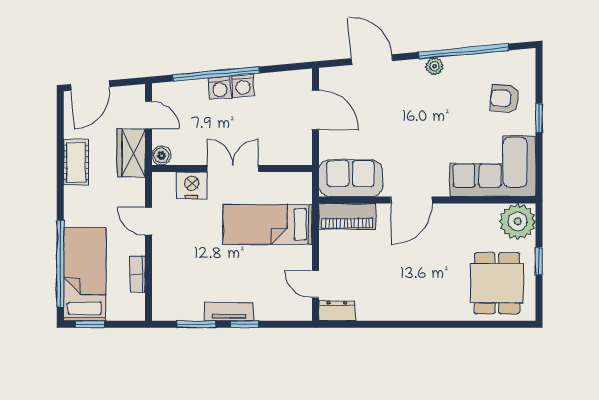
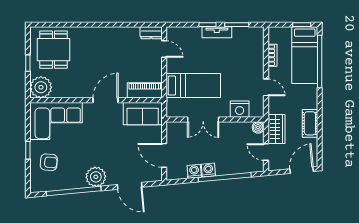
plant: (434, 66) -> (96, 177), width x1.88, depth x1.88
washing machine: (220, 88) -> (194, 171), moved
double door: (233, 168) -> (203, 120), moved

